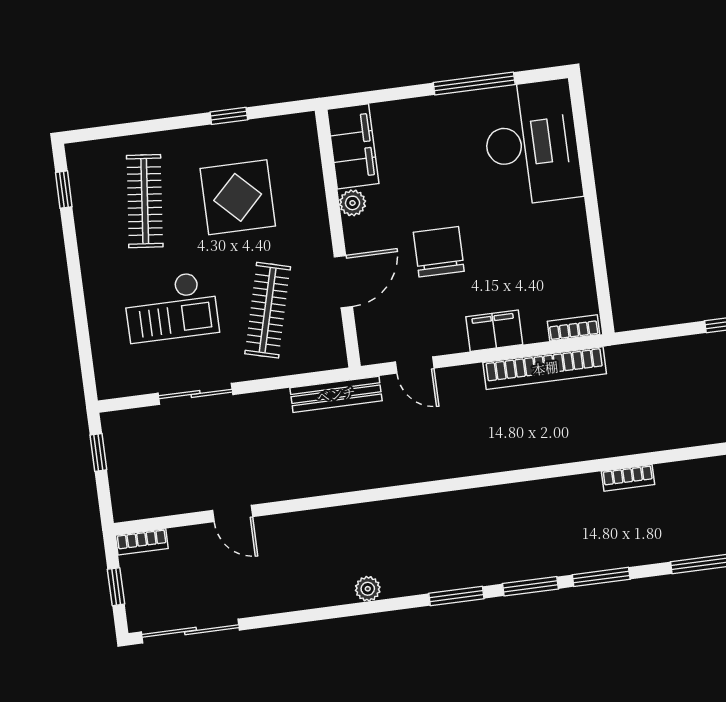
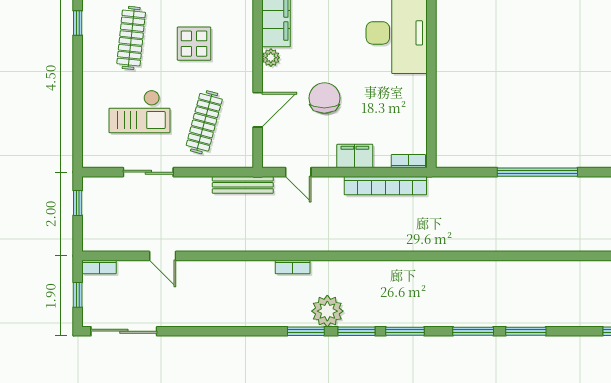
display table: (238, 197) -> (194, 44), width x0.73, depth x0.73
bookcase: (628, 478) -> (293, 267), moved
plant: (368, 589) -> (327, 311), moved, width x1.88, depth x1.88

